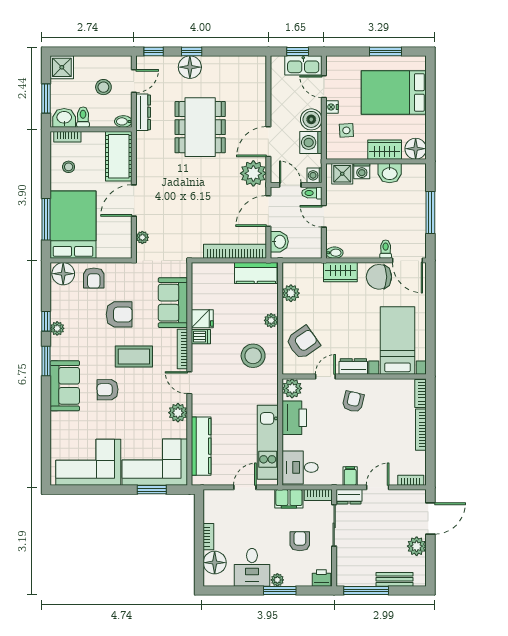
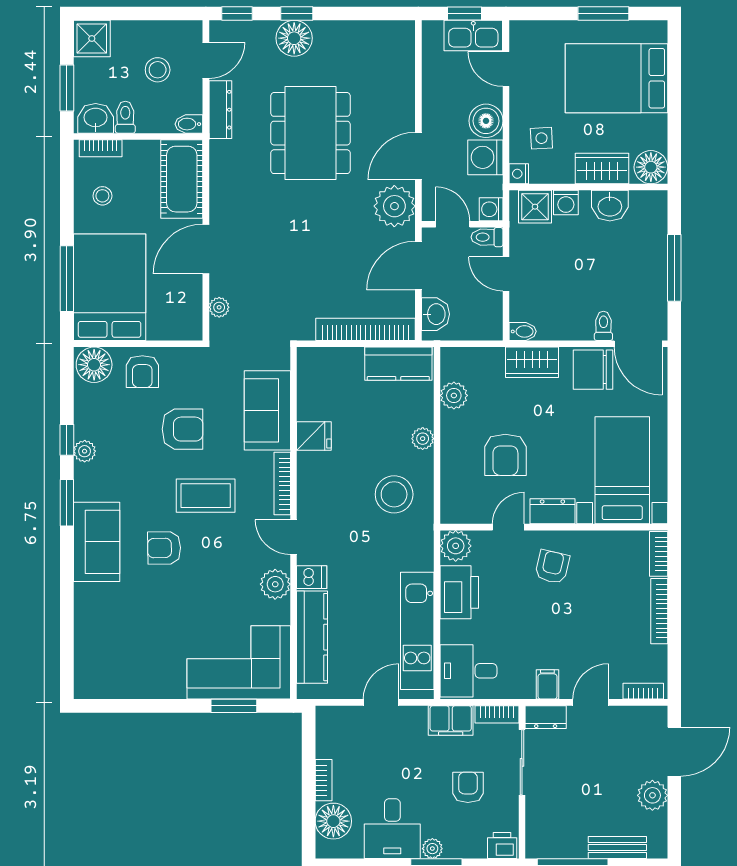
nightstand: (332, 107) -> (519, 174), moved
dishwasher: (201, 337) -> (312, 577), moved
armchair: (303, 342) -> (505, 455), moved, turned 125
corner sofa: (88, 462) -> (134, 663), removed

